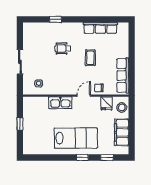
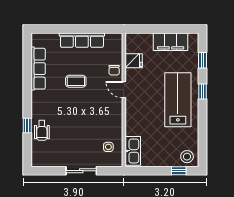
wheelchair: (63, 48) -> (42, 130), moved
row of seats: (123, 75) -> (82, 40), moved
kitchen sink: (60, 103) -> (133, 151), moved
stool: (122, 107) -> (187, 157), moved
window: (20, 124) -> (179, 171), moved

